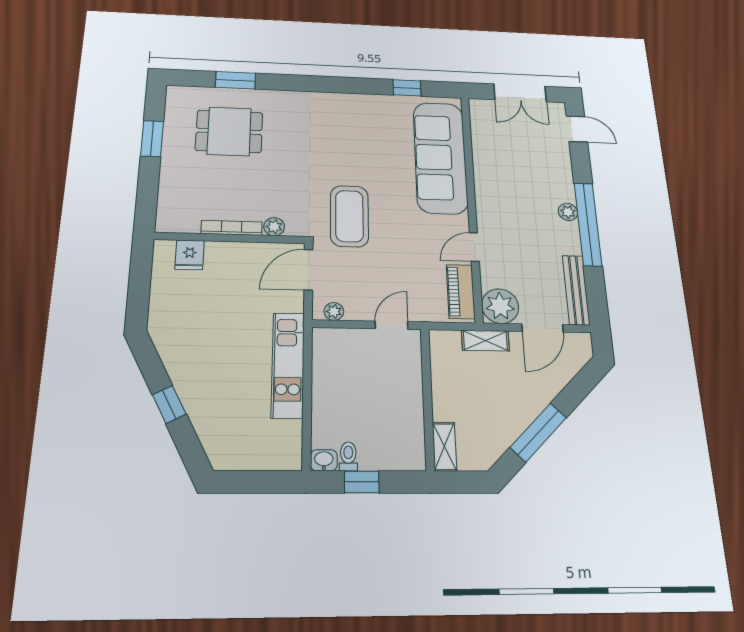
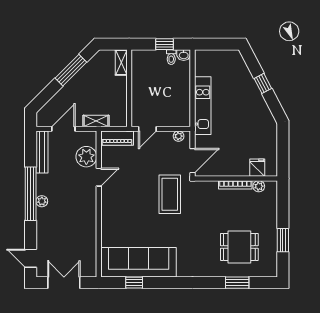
sofa: (440, 157) -> (139, 262), moved, turned -90
plant: (274, 227) -> (259, 186), moved
piano: (461, 292) -> (117, 138), moved, turned 90
plant: (500, 306) -> (86, 157), moved

